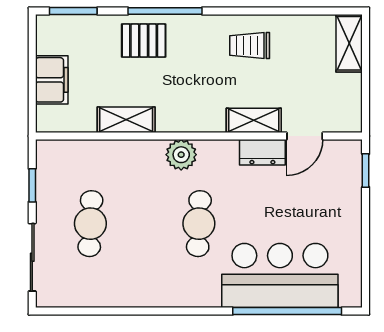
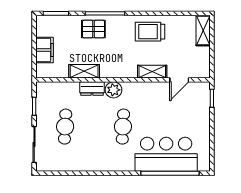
trolley: (250, 46) -> (150, 32), width x1.36, depth x1.39
dresser: (262, 152) -> (92, 89), moved

